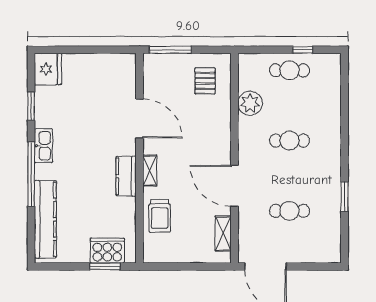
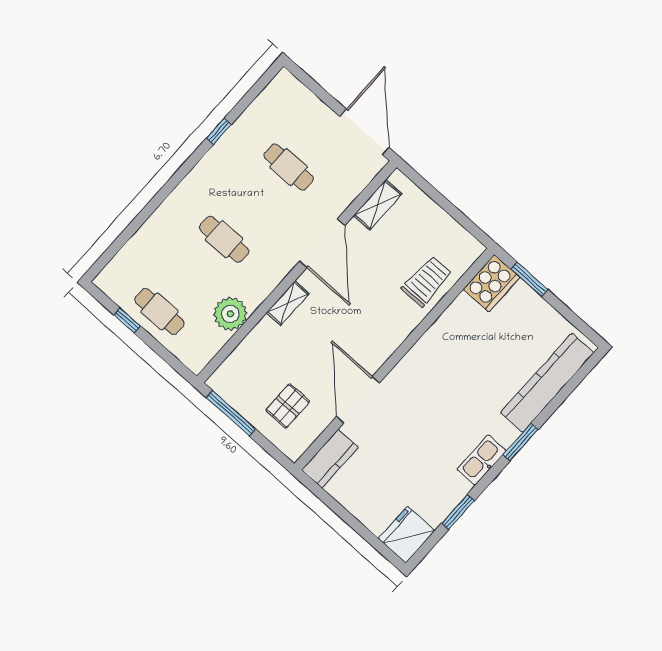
window: (170, 50) -> (231, 413), moved
pallet: (205, 81) -> (288, 406), moved
shelving: (150, 171) -> (288, 303), moved
window: (31, 174) -> (520, 442), width x0.47
kitchen counter: (126, 176) -> (330, 459), moved
window: (344, 197) -> (219, 131), width x0.67
cooker: (107, 251) -> (492, 283), moved, turned -90

